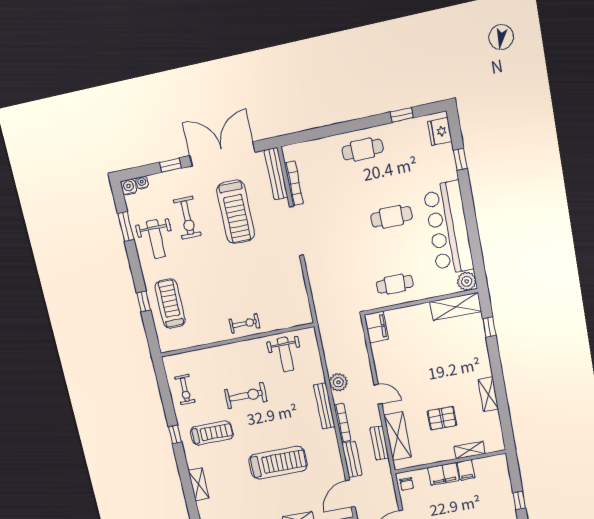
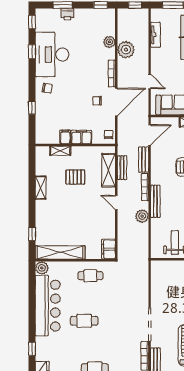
shelving: (456, 306) -> (60, 252), width x1.47

